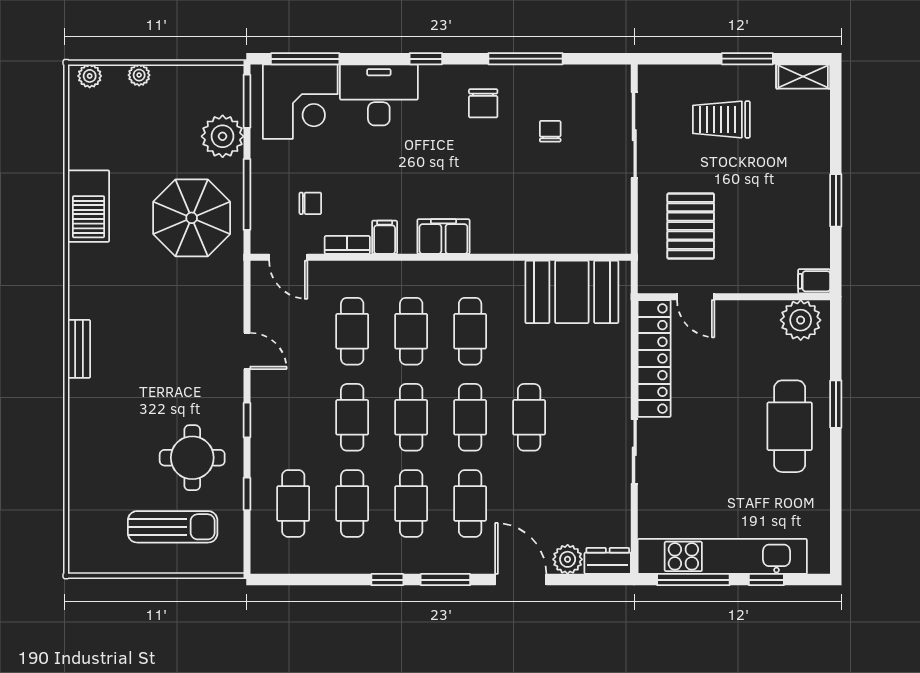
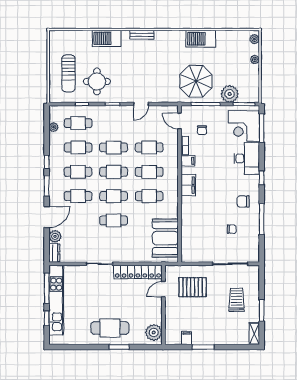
door: (288, 257) -> (180, 121), hinge flipped
filing cabinet: (814, 281) -> (187, 338), moved
barbecue: (88, 434) -> (107, 38), added
plant: (303, 563) -> (53, 127), added

